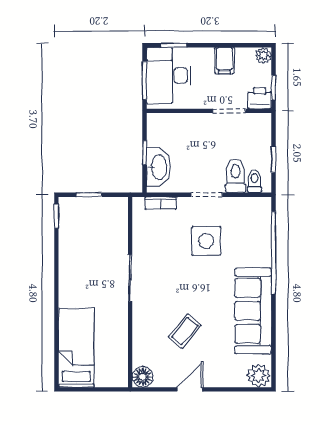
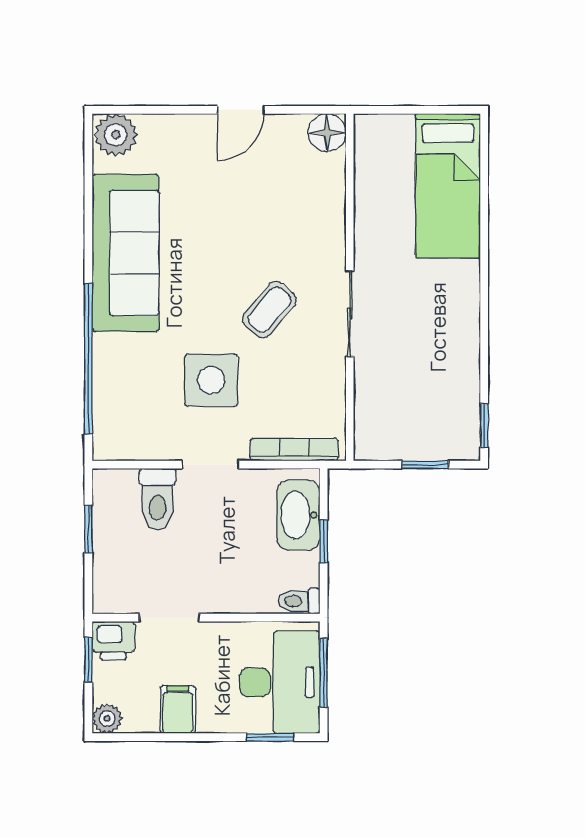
toilet: (254, 181) -> (299, 601), moved, turned 90
bookcase: (161, 203) -> (294, 450), width x1.56
coffee table: (185, 331) -> (269, 310), moved

